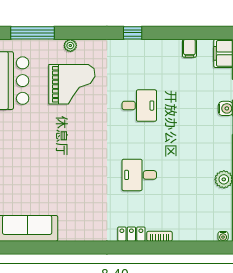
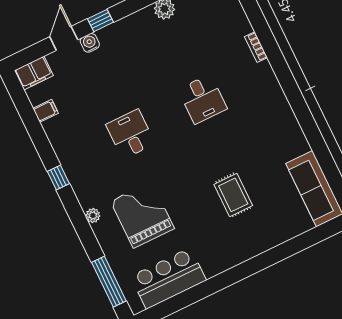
plant: (70, 46) -> (93, 215), moved
rug: (53, 163) -> (233, 195), added
locker: (131, 234) -> (268, 77), removed

